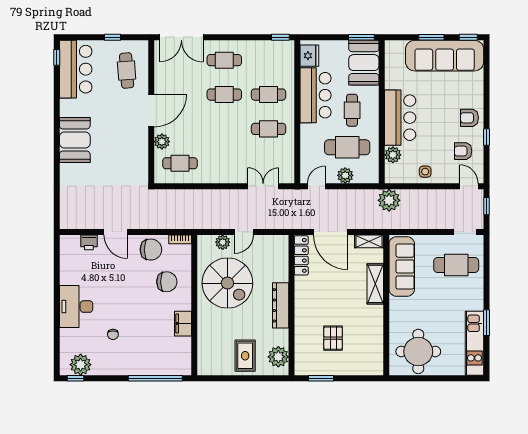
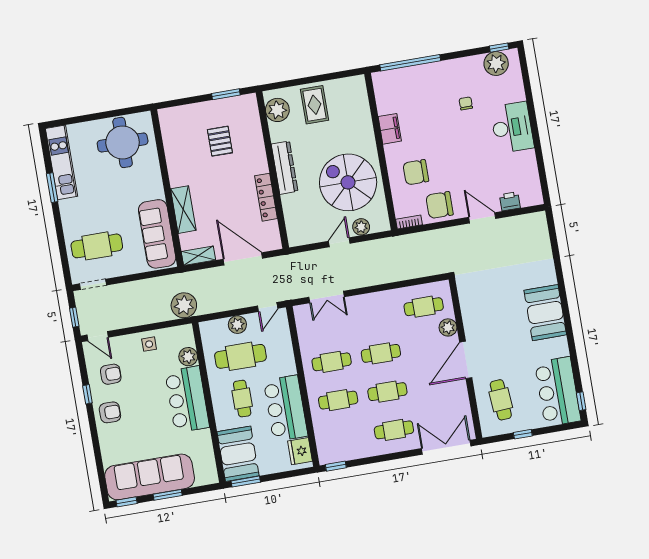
cafe table: (224, 129) -> (381, 353), added
locker: (301, 255) -> (266, 197), moved

